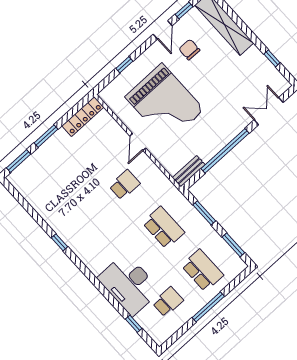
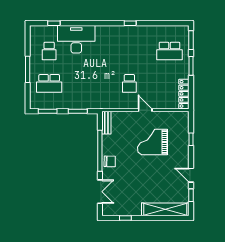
chair: (189, 50) -> (110, 161), moved
grand piano: (165, 103) -> (153, 142), width x0.73, depth x0.68
school desk: (163, 228) -> (169, 51), moved

